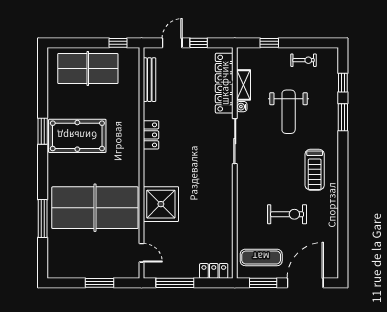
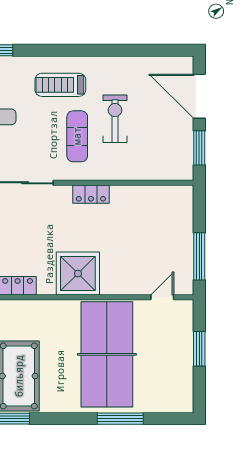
treadmill: (315, 170) -> (60, 85), turned 180
shower: (161, 204) -> (78, 274), moved
exercise mat: (261, 257) -> (77, 136), moved
locker: (214, 271) -> (91, 194), moved, turned -90

